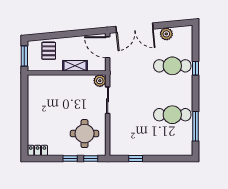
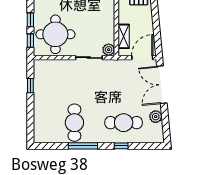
shelving: (75, 66) -> (124, 36), moved
cafe table: (172, 66) -> (124, 123), turned 90
window: (195, 126) -> (83, 146), moved
round table: (85, 134) -> (55, 34), width x1.36, depth x1.36

